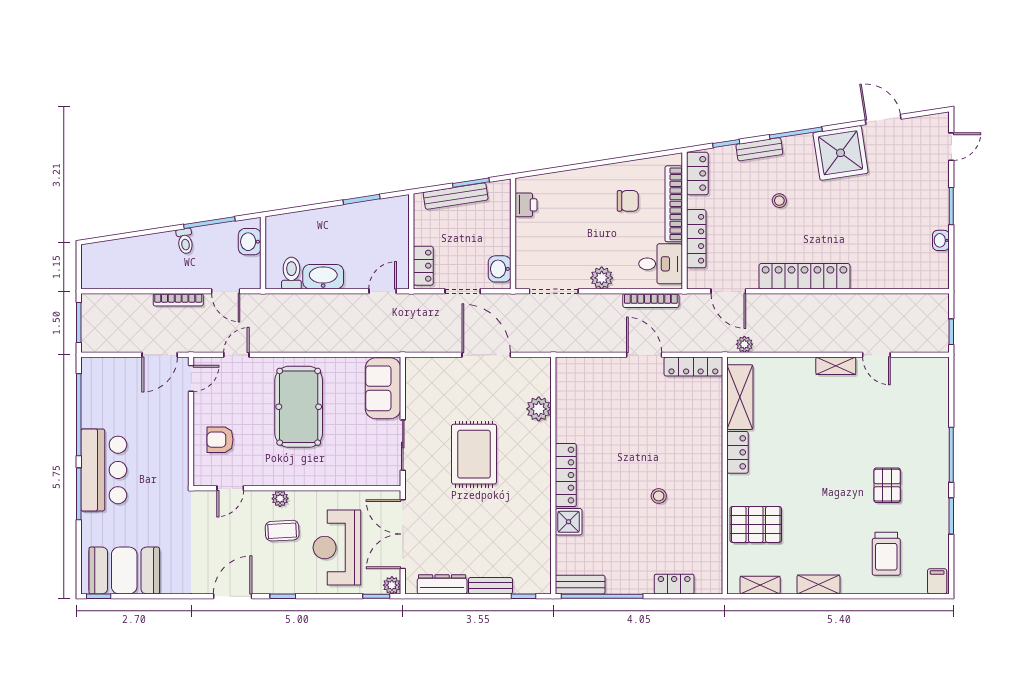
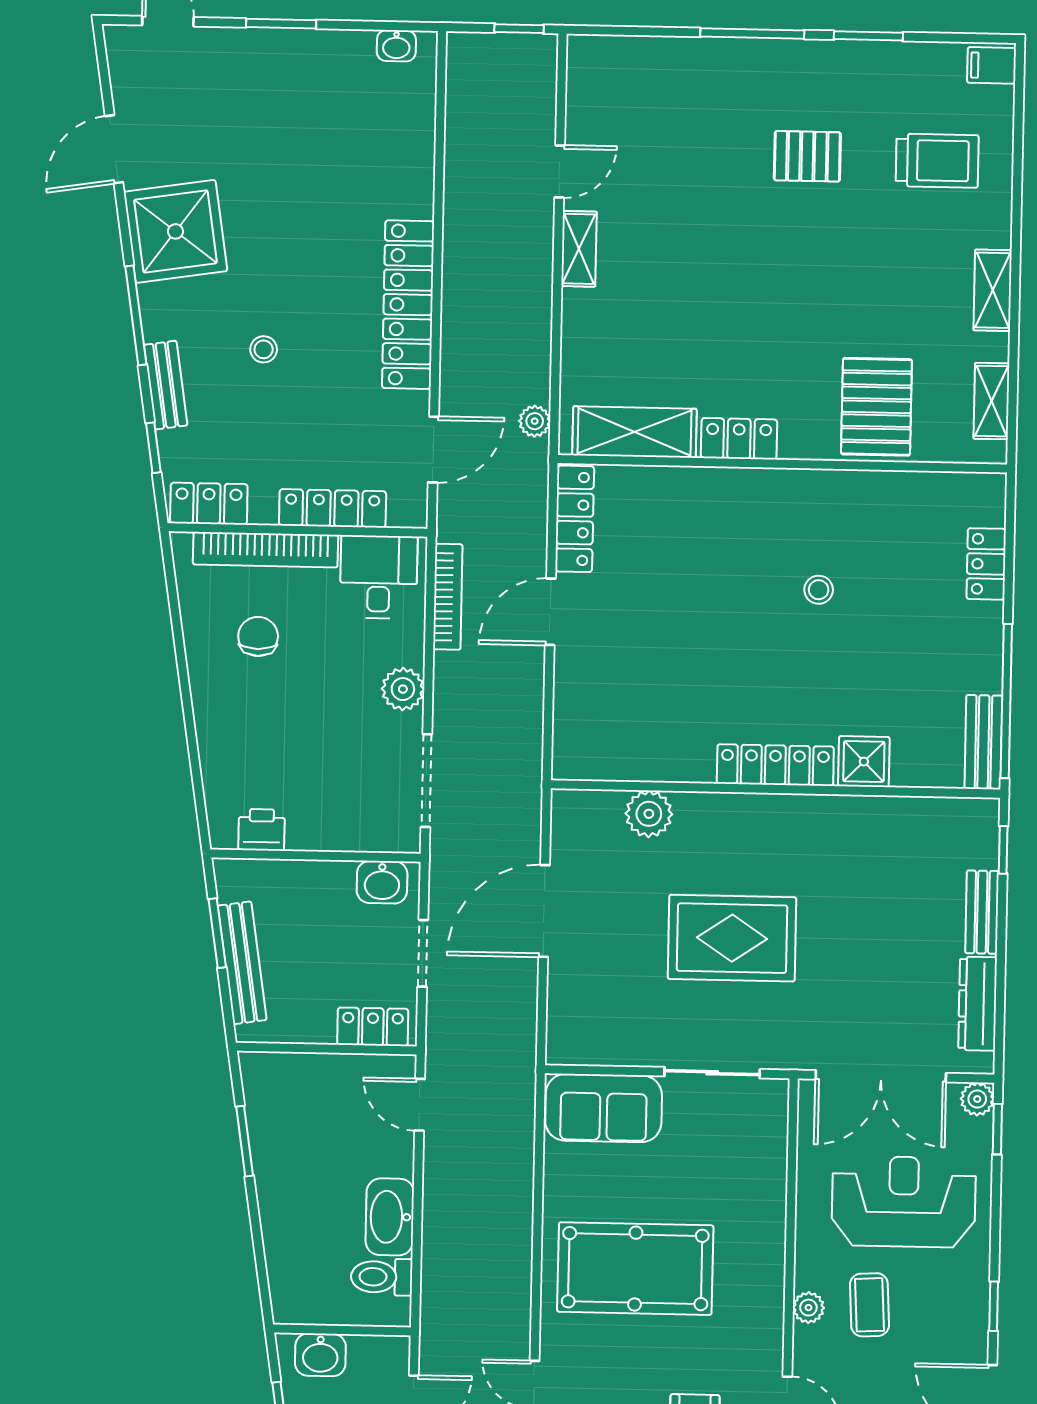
washbasin: (941, 240) -> (396, 46), moved
reception desk: (337, 548) -> (904, 1202), turned 180

